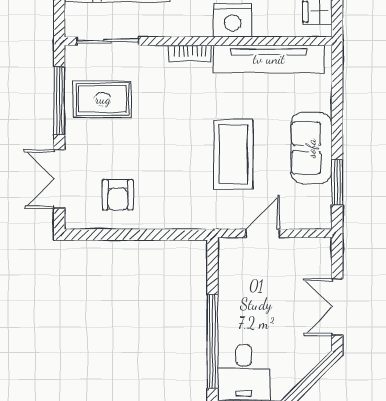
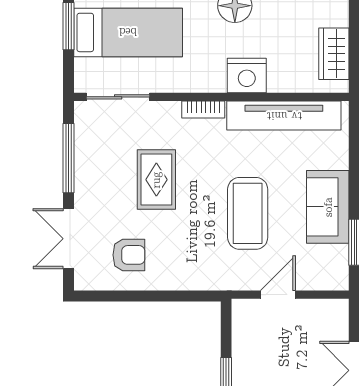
rug: (103, 99) -> (156, 180), moved, turned 90
armchair: (118, 195) -> (129, 255), turned -90

